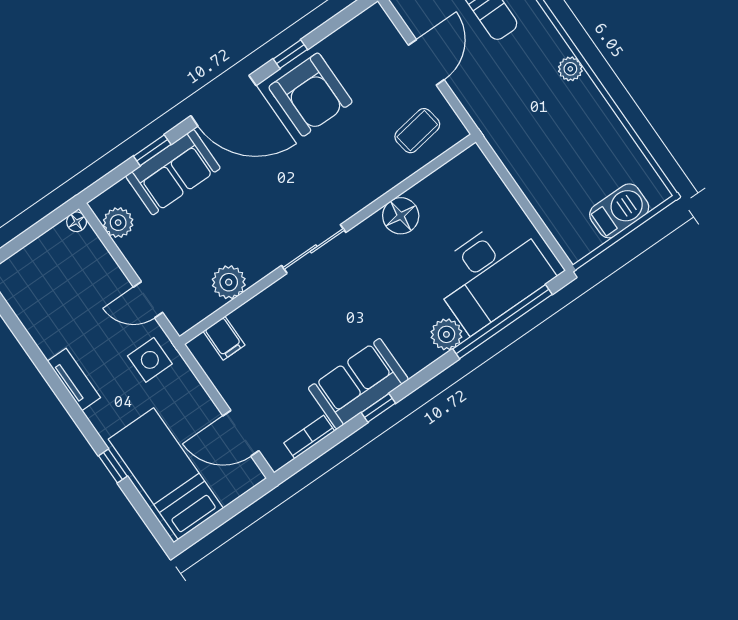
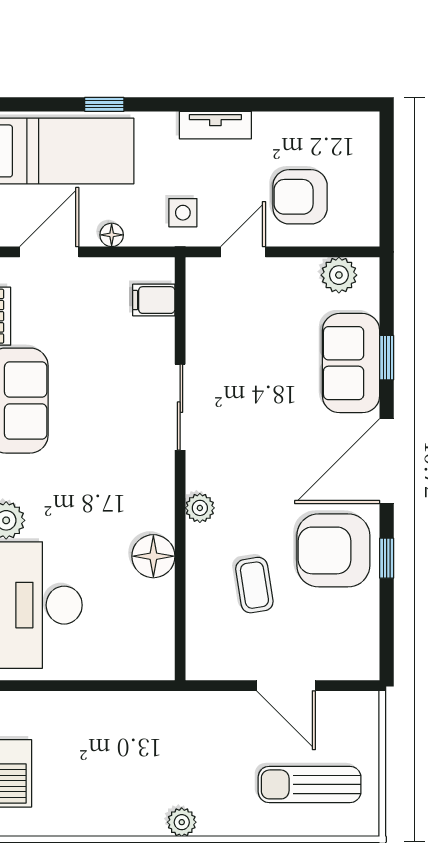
coffee table: (417, 131) -> (254, 585), moved
floor lamp: (77, 222) -> (112, 235), moved
sliding door: (314, 249) -> (180, 407), moved
plant: (229, 282) -> (200, 508), moved, width x0.73, depth x0.73
armchair: (83, 287) -> (300, 197), added
side table: (150, 360) -> (183, 213), width x0.73, depth x0.73

